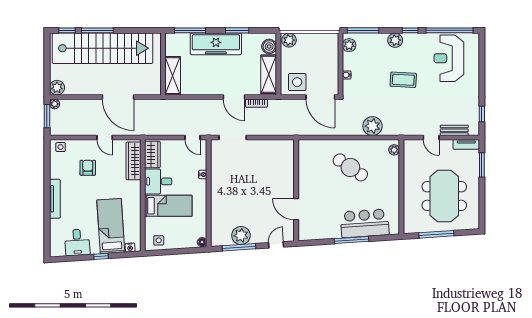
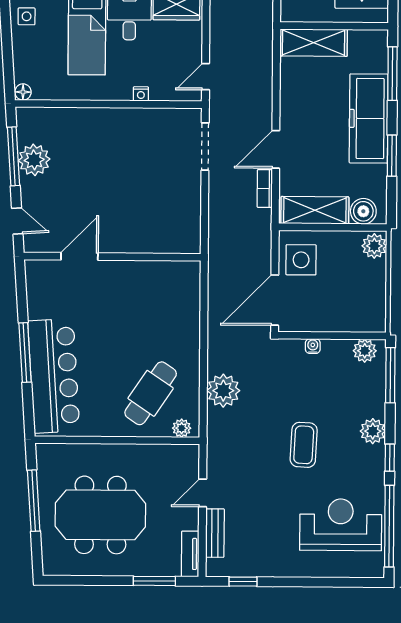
cafe table: (350, 167) -> (151, 393), moved
bar counter: (365, 223) -> (54, 376), width x1.36

